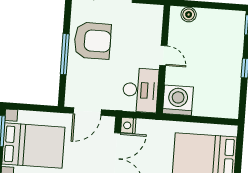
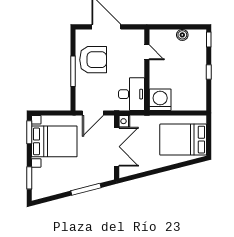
boiler: (189, 15) -> (182, 35), moved
door: (163, 56) -> (147, 52), moved

